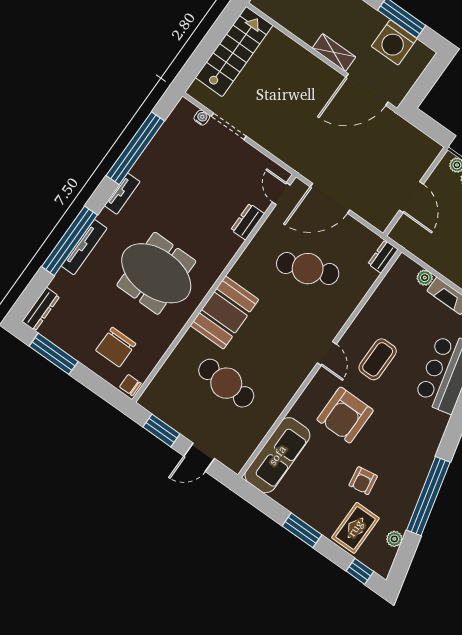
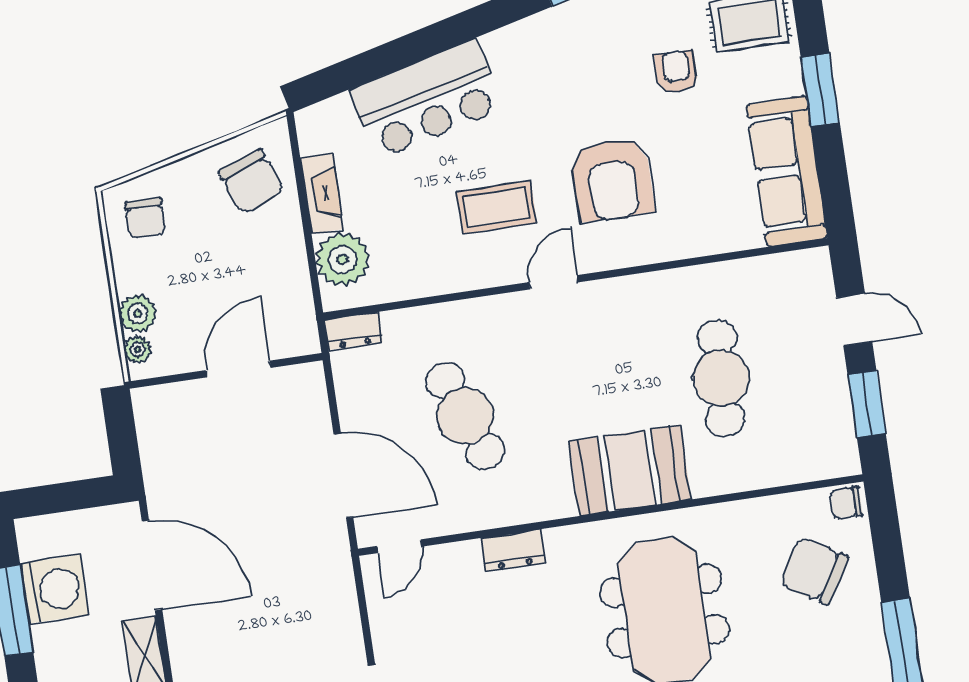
dresser: (248, 222) -> (513, 550), moved
plant: (425, 278) -> (342, 259), width x1.88, depth x1.88
chair: (116, 347) -> (814, 571), turned -149
chair: (130, 385) -> (846, 503), turned 90
armchair: (345, 415) -> (612, 180), turned 90
sofa: (277, 455) -> (787, 171), moved, turned -90
armchair: (363, 481) -> (676, 72), turned -81

